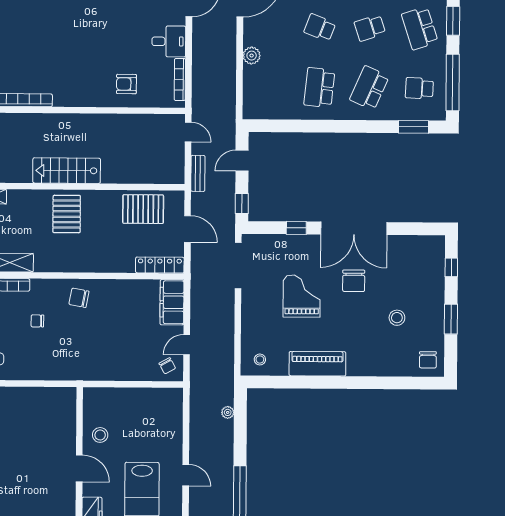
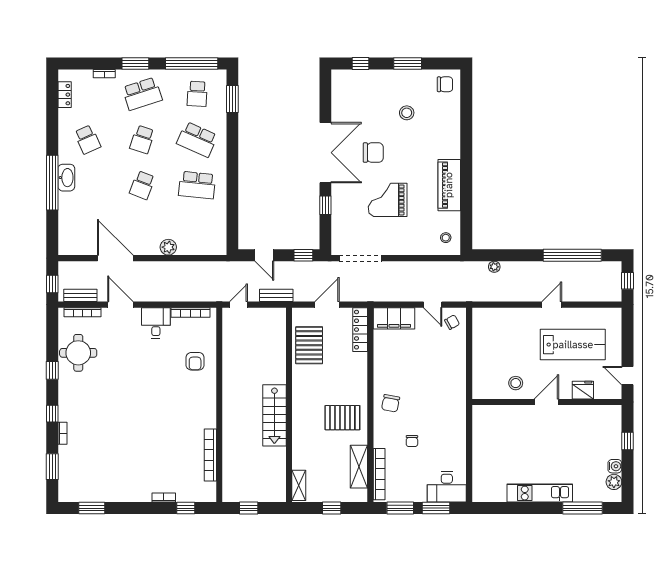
school desk: (370, 28) -> (142, 139), turned 36
pallet: (67, 214) -> (342, 418), moved

